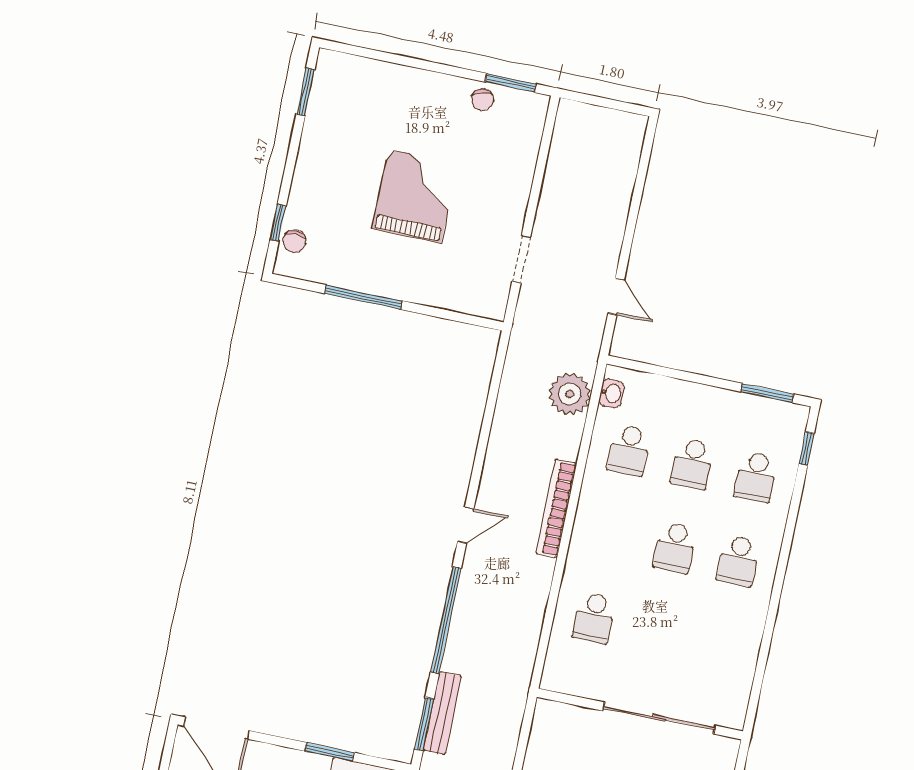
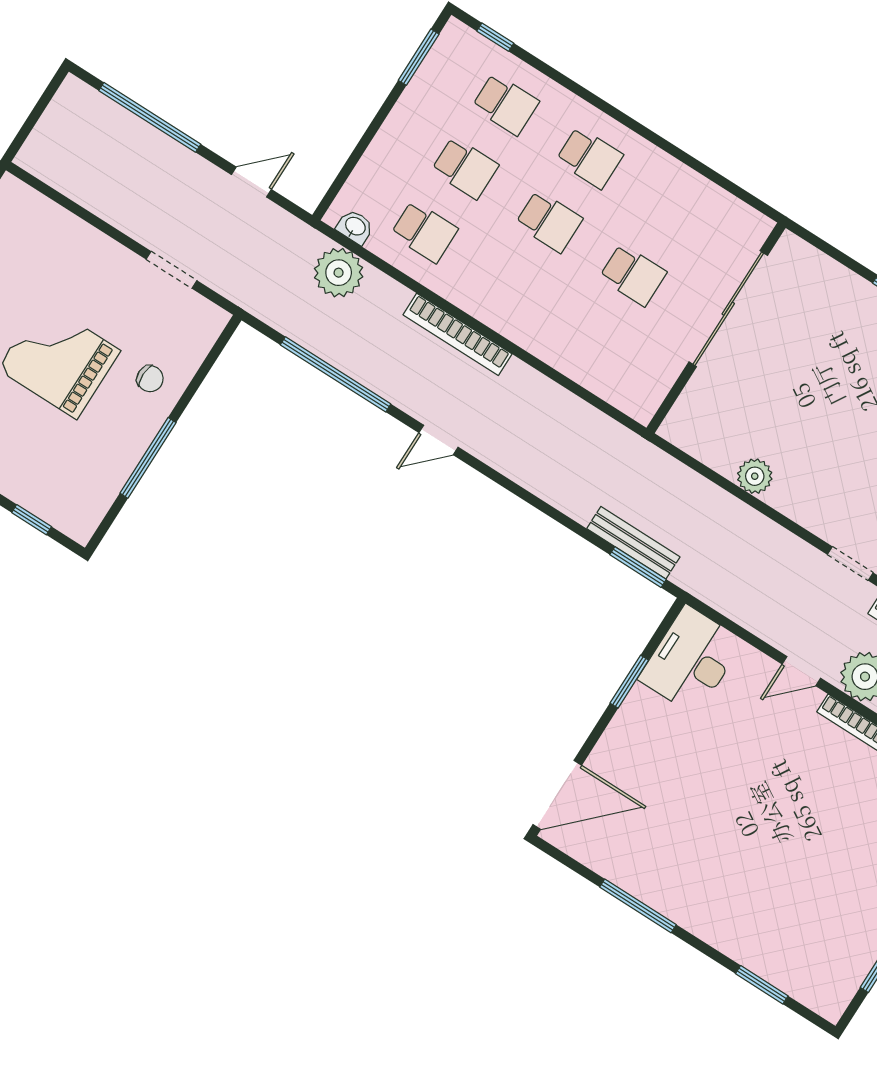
window: (637, 195) -> (150, 117), added
chair: (294, 241) -> (150, 379), moved
door: (466, 525) -> (438, 440), swing flipped
school desk: (594, 618) -> (633, 275), moved
window: (446, 620) -> (336, 374), moved

